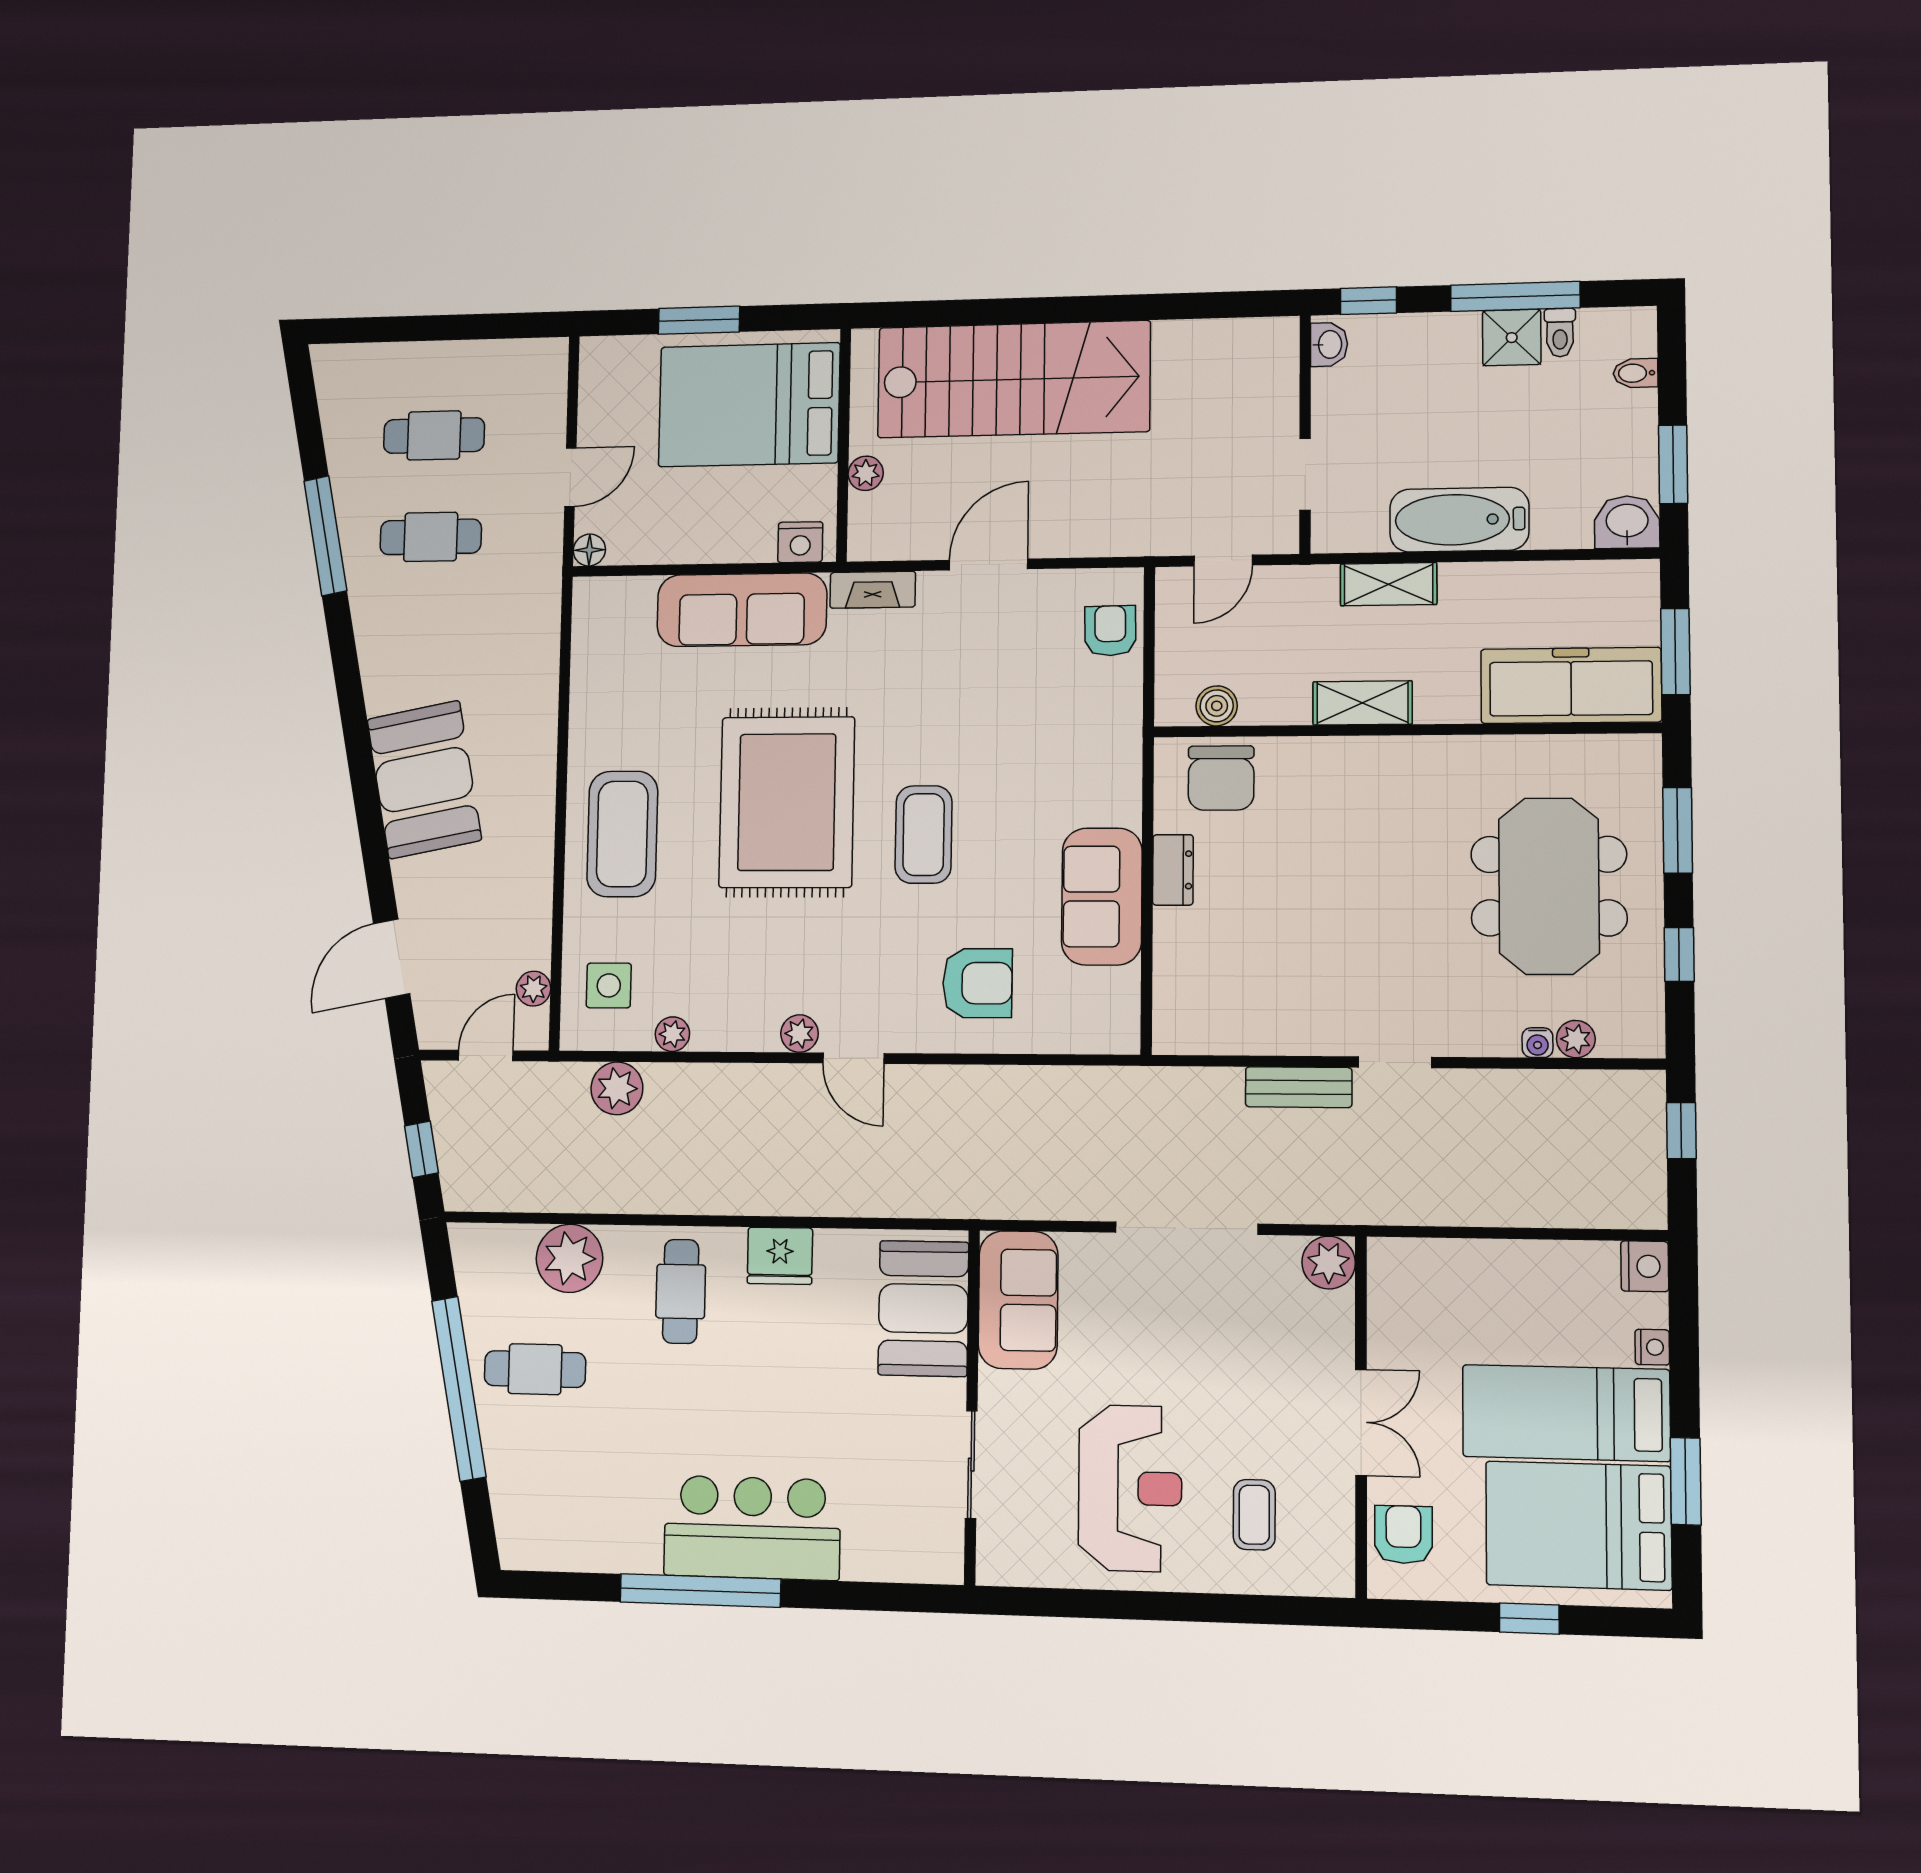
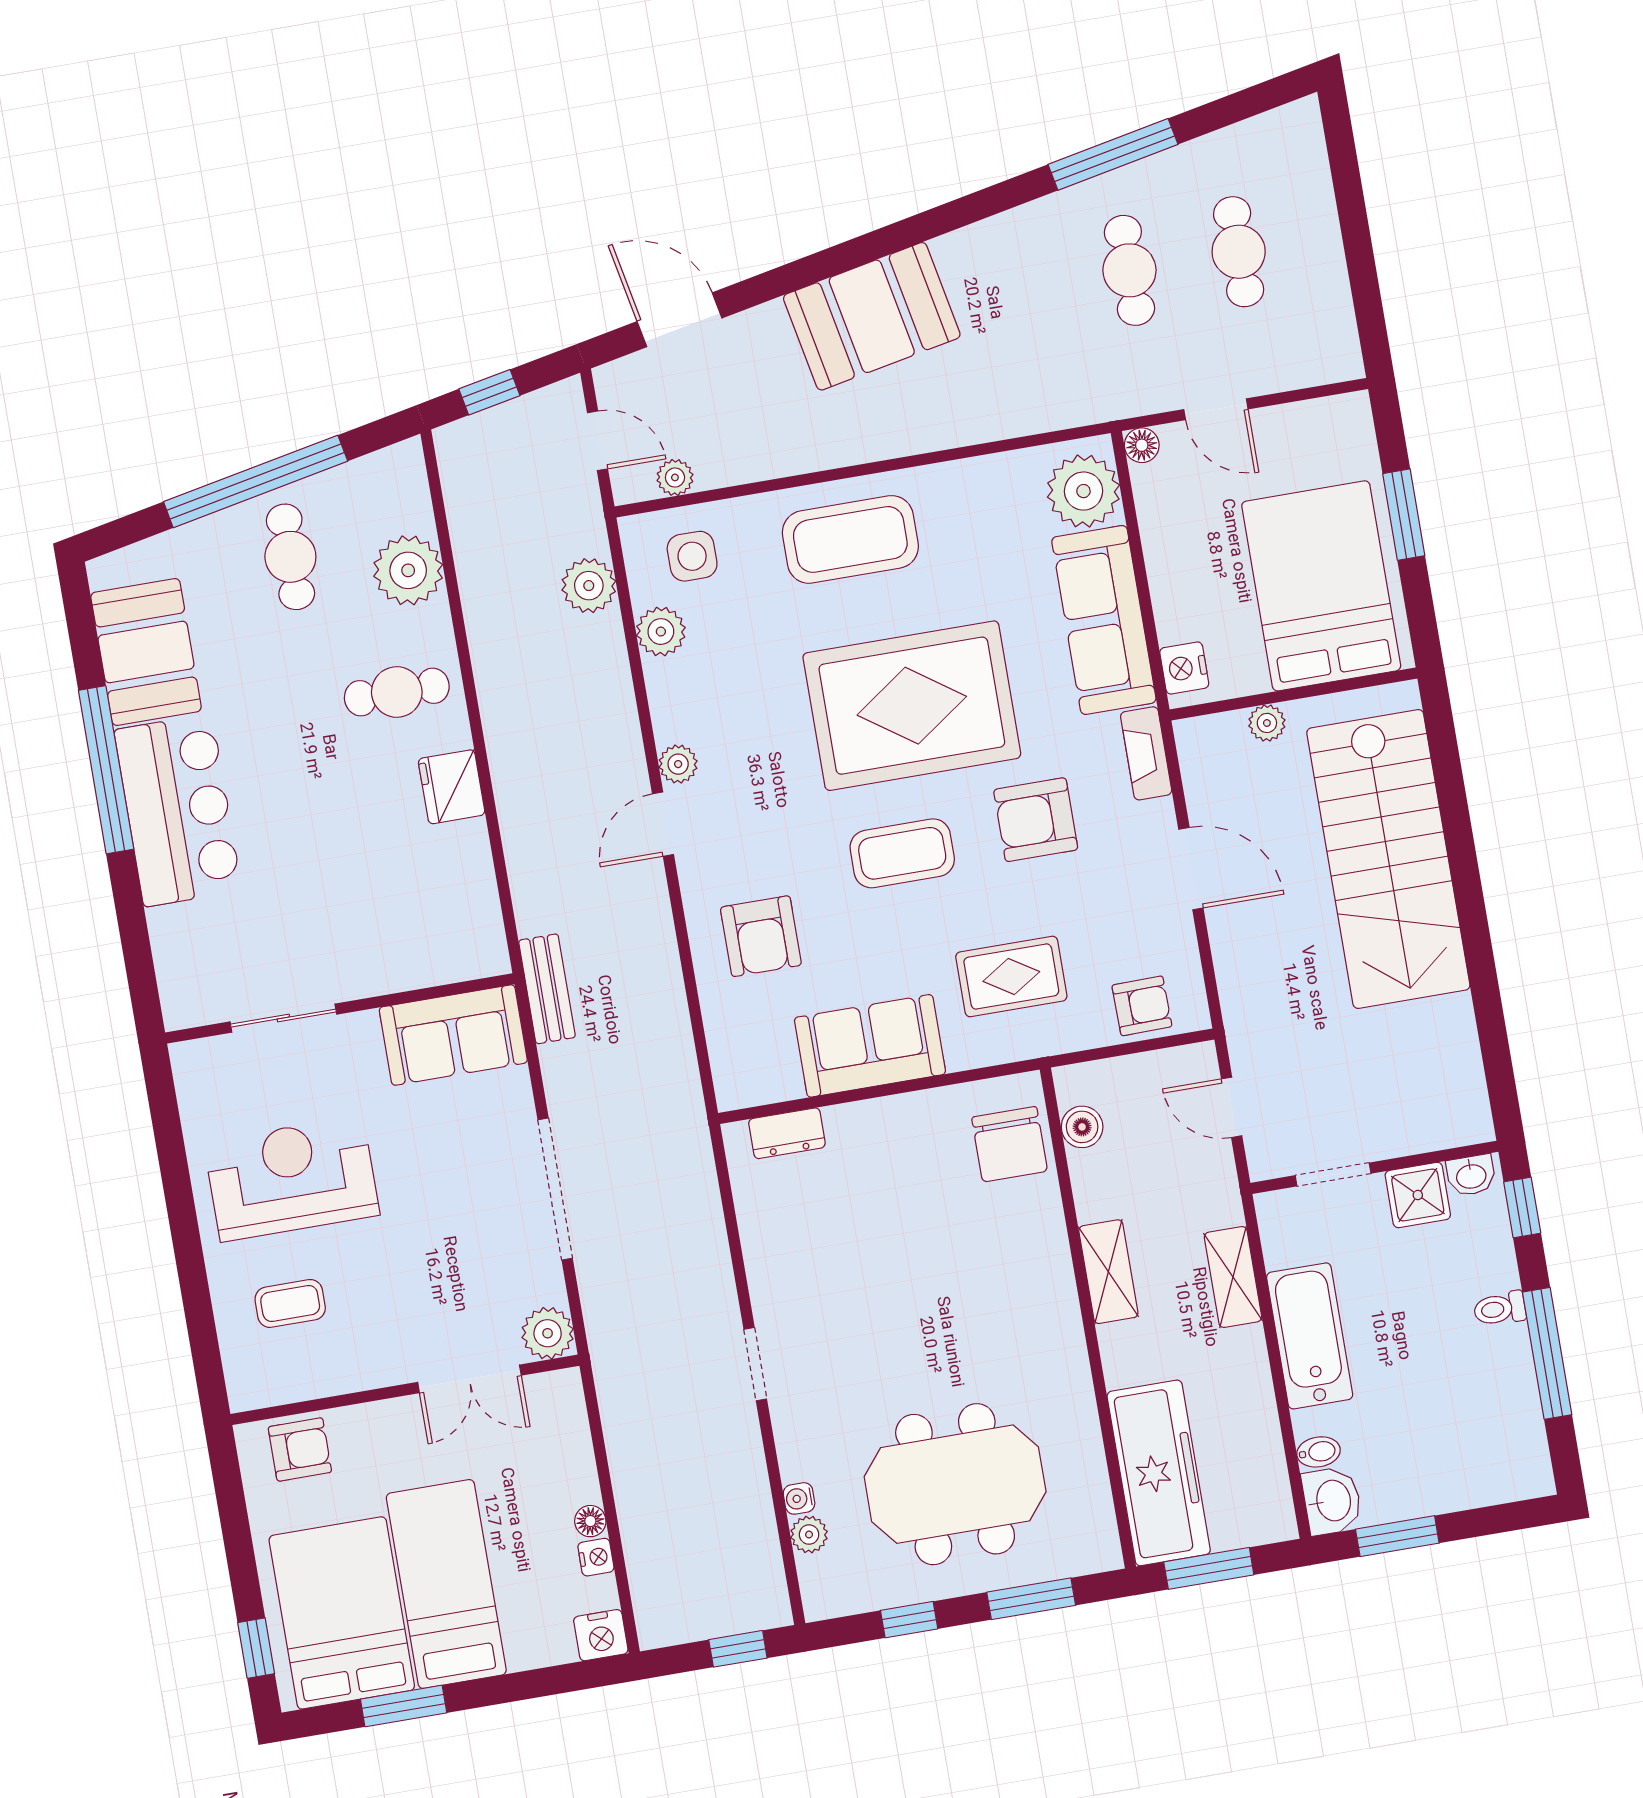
toilet: (1560, 333) -> (1500, 1309), moved
shower: (1512, 338) -> (1418, 1195), moved
bidet: (1636, 373) -> (1318, 1452), moved, turned 90
plant: (620, 610) -> (1083, 491), added
armchair: (915, 703) -> (1036, 820), added
rug: (1060, 750) -> (1011, 976), added
chair: (1221, 778) -> (1010, 1144), turned -90
dresser: (1173, 870) -> (787, 1133), moved
plant: (672, 1034) -> (661, 632), width x1.38, depth x1.38
bench: (1299, 1087) -> (547, 989), moved
floor lamp: (1526, 1255) -> (590, 1521), added
booth: (923, 1308) -> (146, 652), moved, turned 90
nightstand: (1652, 1347) -> (596, 1557), moved, turned -90
double door: (1361, 1422) -> (469, 1379), moved
reception desk: (1130, 1488) -> (292, 1179), turned 180
window: (1529, 1619) -> (256, 1648), moved

